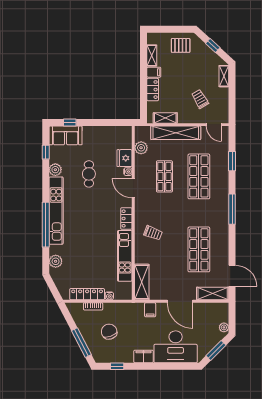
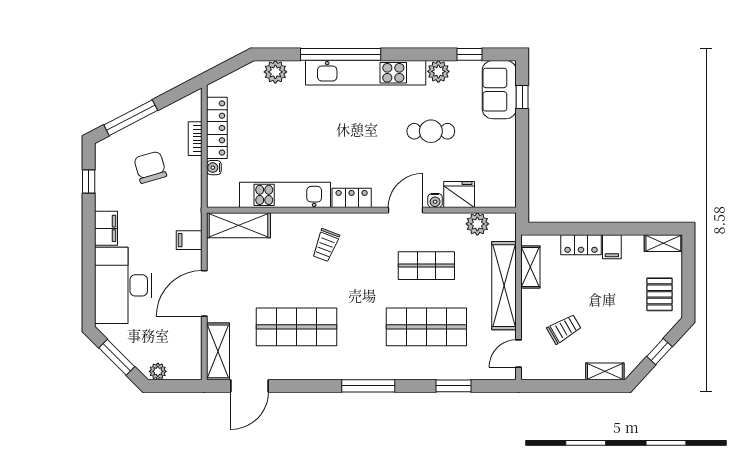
shelving: (152, 55) -> (663, 243), moved
chair: (109, 332) -> (150, 167), turned -86

